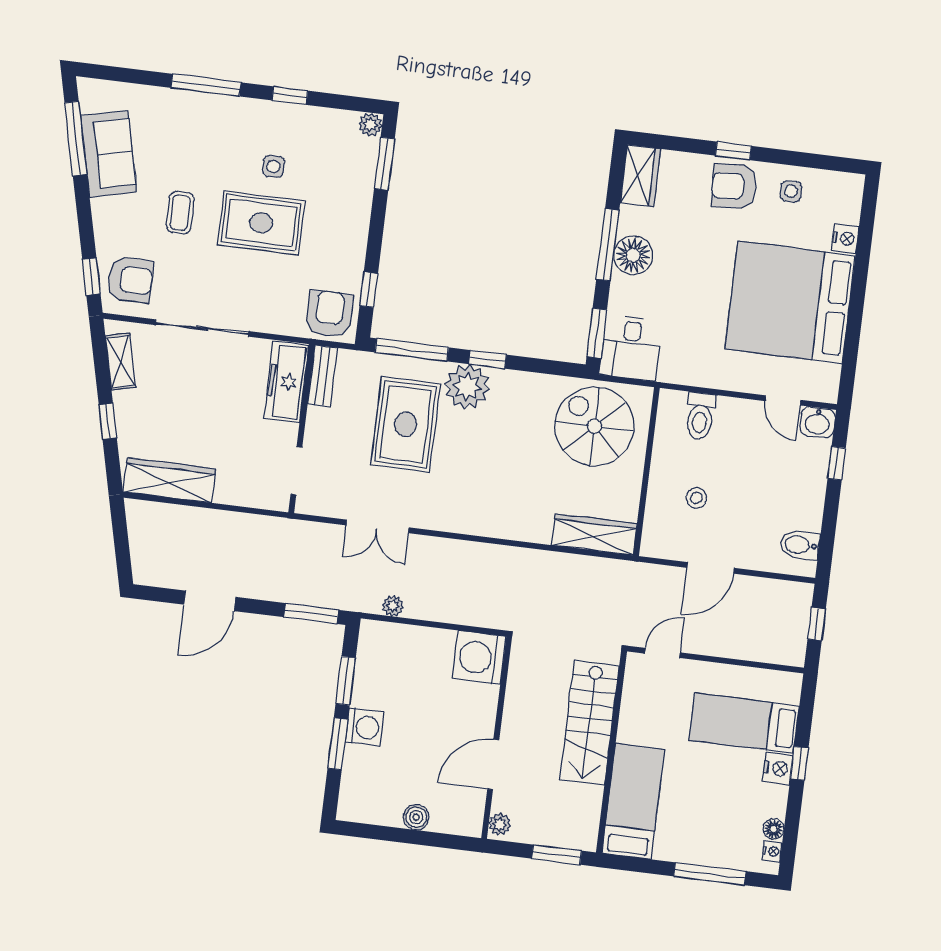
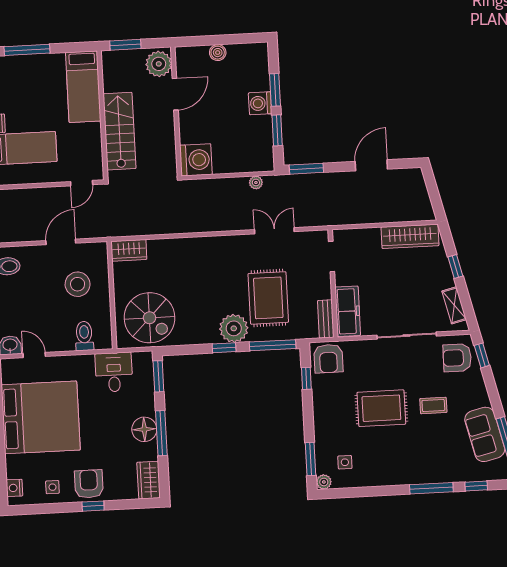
window: (290, 96) -> (476, 486), moved
side table: (273, 166) -> (345, 462), moved
armchair: (734, 186) -> (89, 484), turned -87
coffee table: (180, 213) -> (433, 405), turned 90
nightstand: (845, 238) -> (14, 488), moved
desk: (631, 348) -> (114, 372), moved
stool: (696, 498) -> (78, 284), width x1.89, depth x1.89
wardrobe: (594, 534) -> (129, 250), width x0.67
plant: (500, 824) -> (159, 64), width x1.88, depth x1.88

